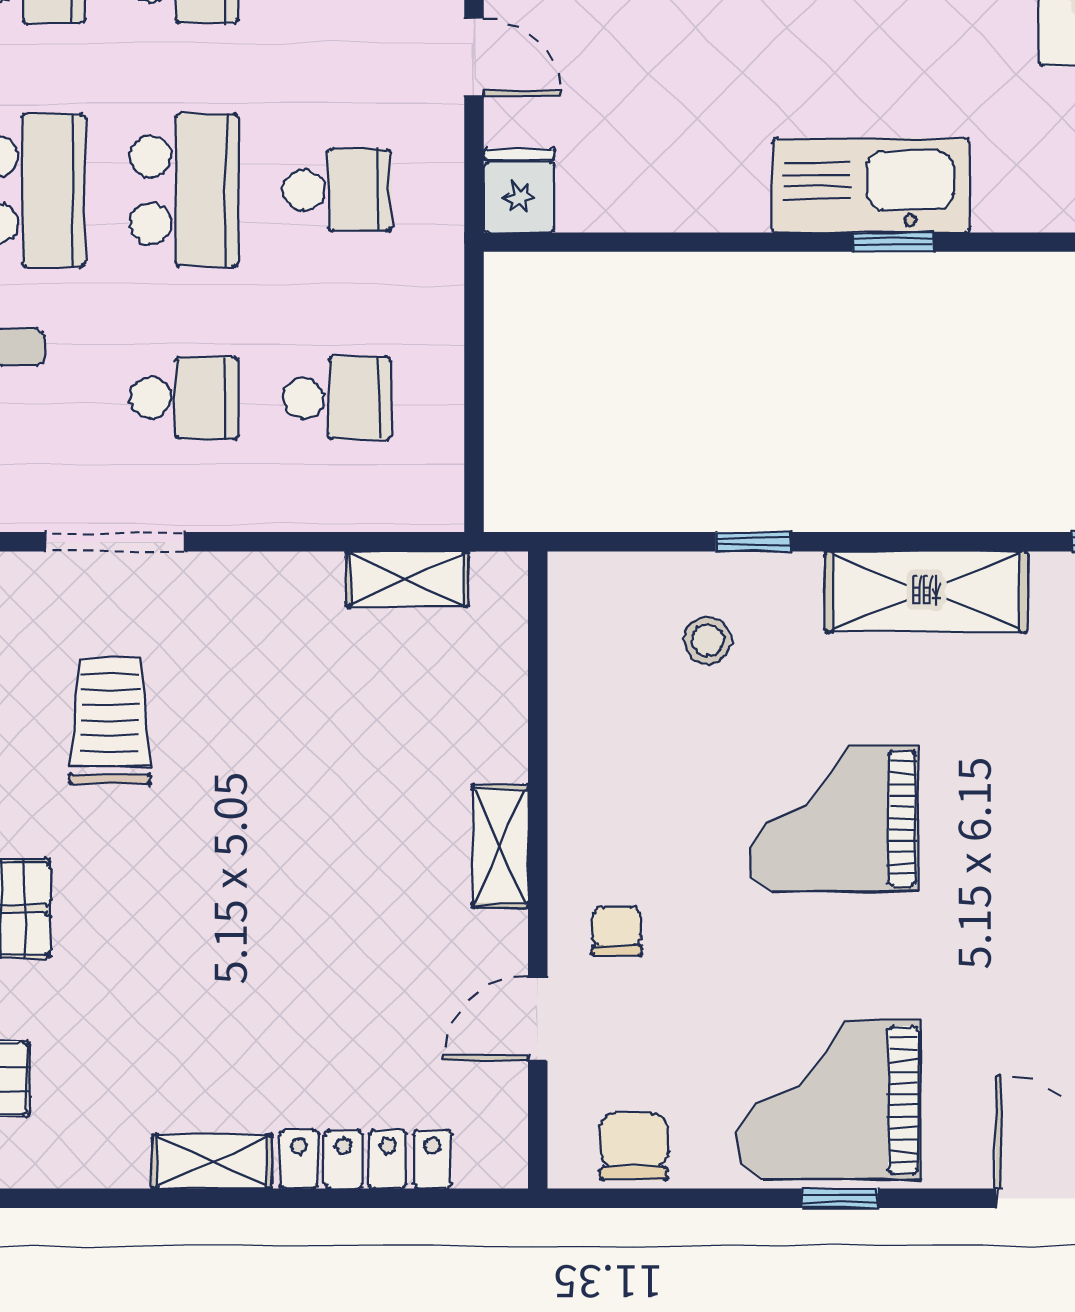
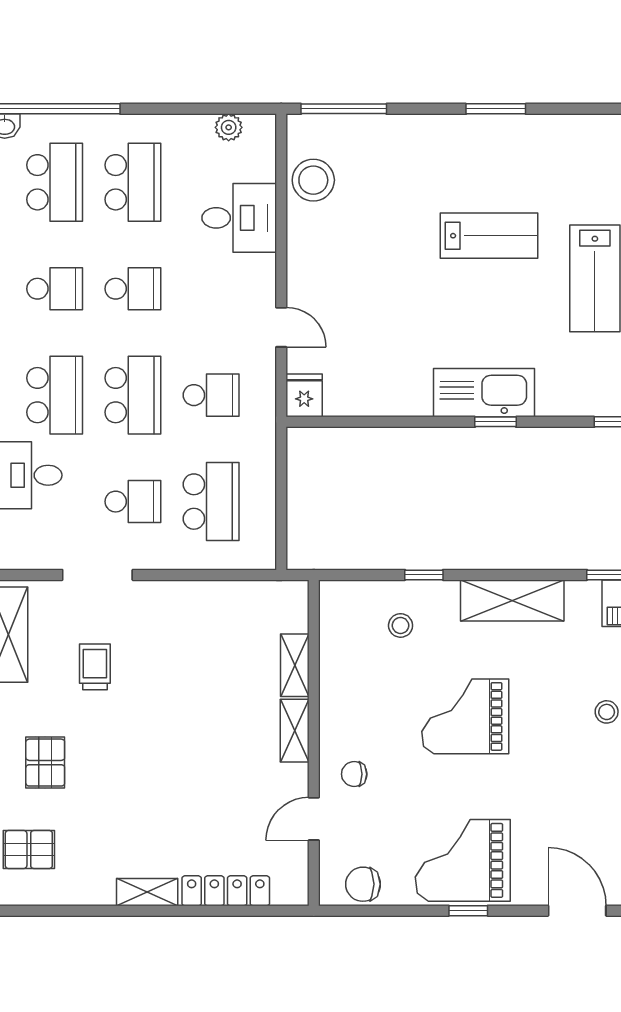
school desk: (337, 398) -> (211, 502), width x1.85
shelving: (407, 579) -> (295, 665), moved, turned 90
trolley: (110, 722) -> (95, 667), width x0.73, depth x0.72
chair: (617, 931) -> (354, 774), turned -90
chair: (634, 1146) -> (363, 884), turned -90

